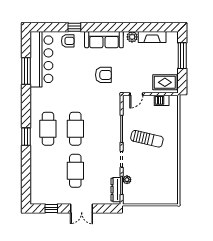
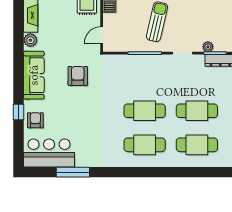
bar counter: (41, 59) -> (49, 153), width x0.73
door: (136, 94) -> (102, 35), swing flipped
window: (26, 137) -> (154, 172), removed
cafe table: (48, 171) -> (197, 145), added

